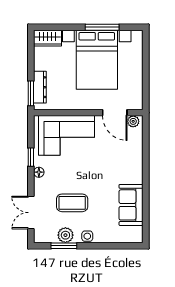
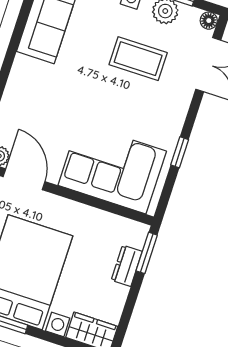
dresser: (40, 87) -> (127, 266), width x0.70
floor lamp: (39, 172) -> (209, 21), moved

